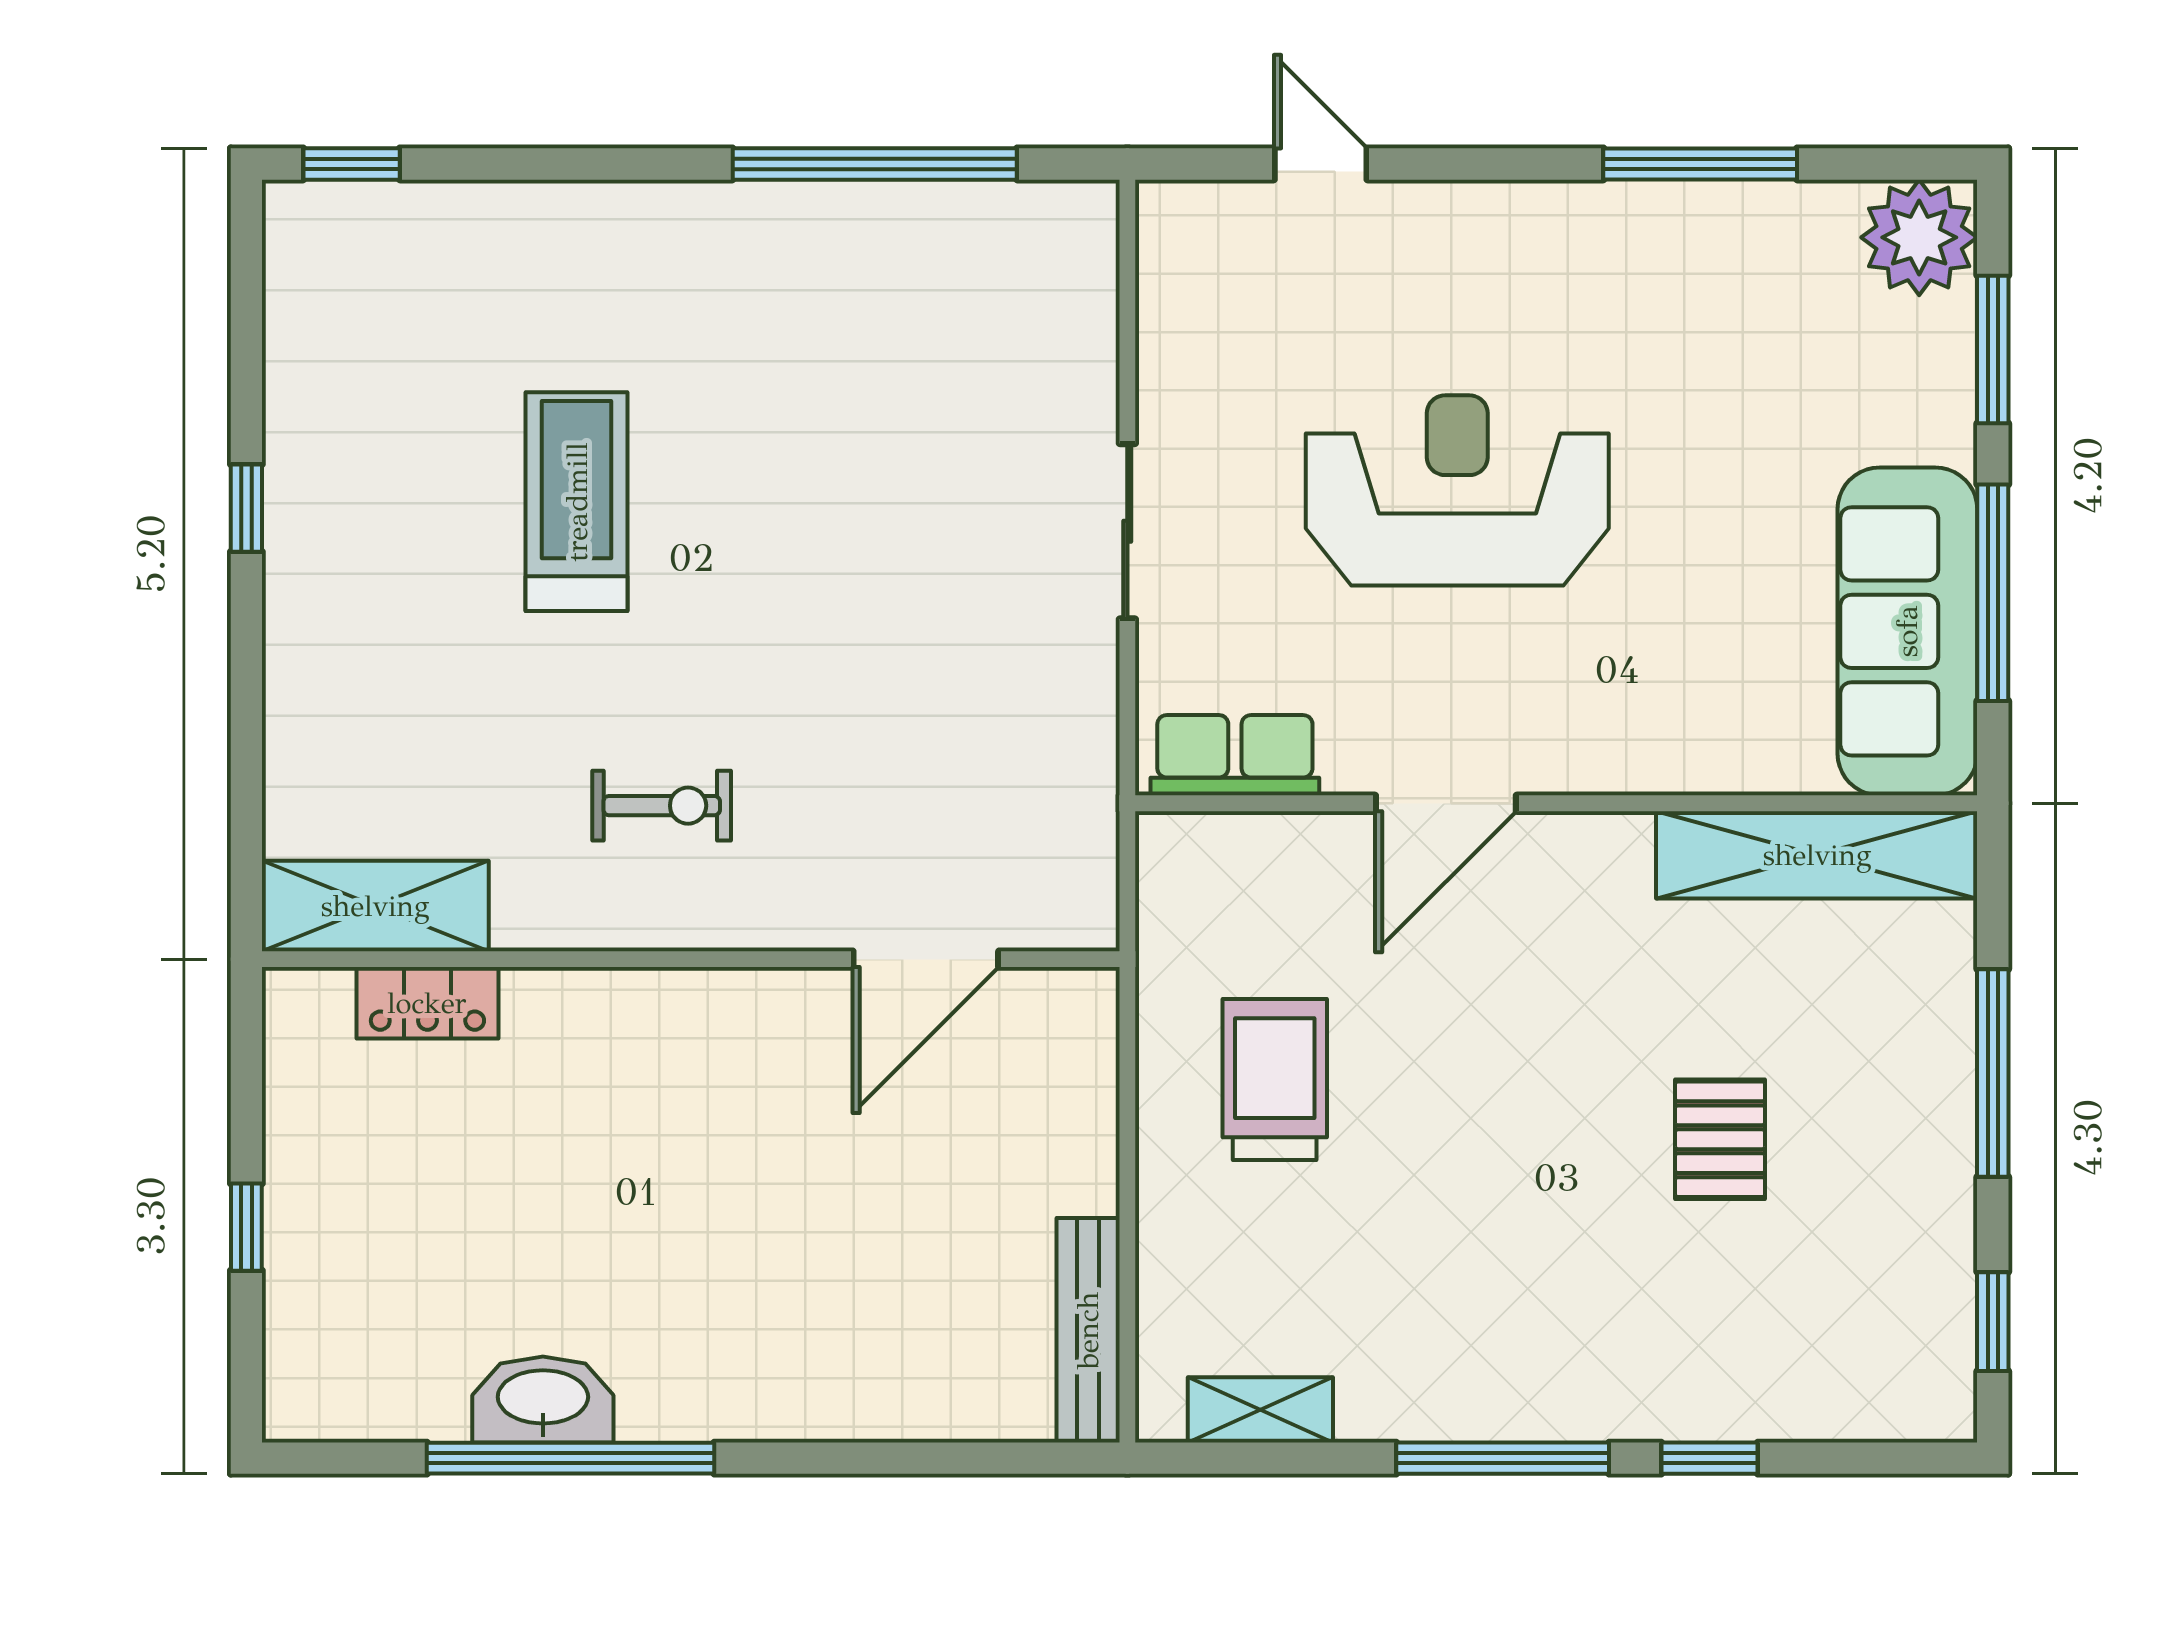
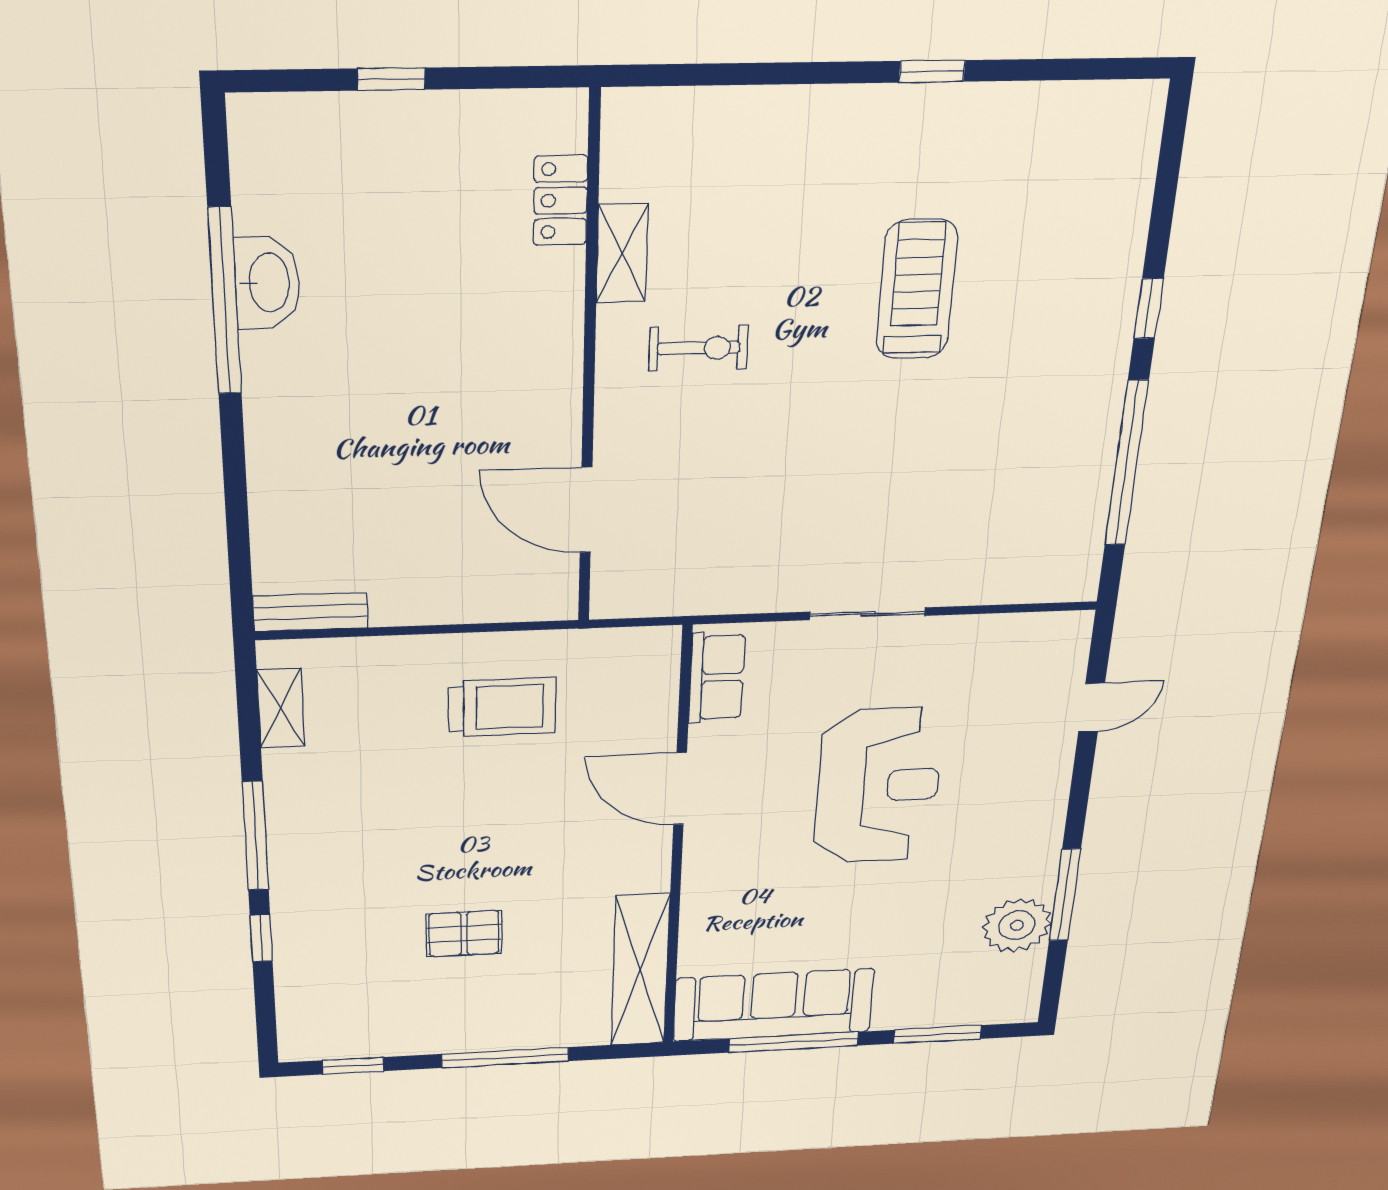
window: (352, 164) -> (1149, 309), moved
plant: (1919, 237) -> (1017, 925), moved
treadmill: (577, 502) -> (917, 290), turned -90
exercise bike: (662, 806) -> (699, 348), turned -90
shelving: (375, 906) -> (622, 253), moved, width x0.67, depth x0.75
bench: (1088, 1330) -> (310, 612), width x0.73

